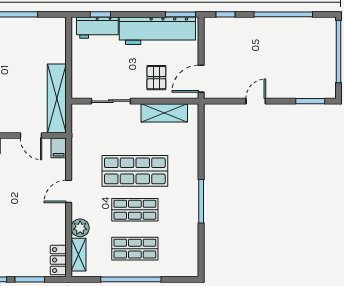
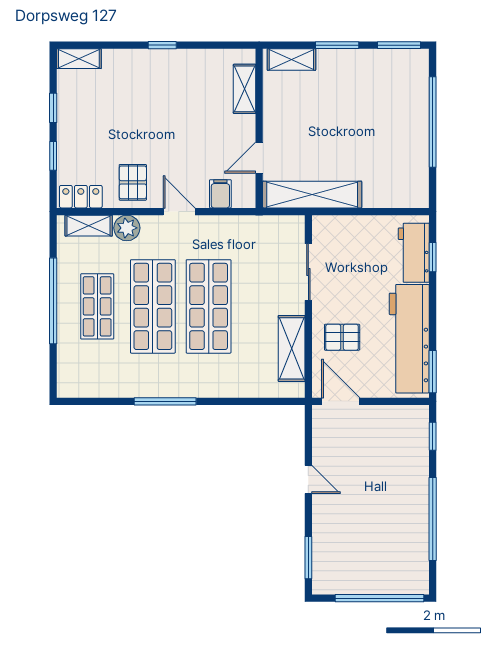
filing cabinet: (59, 148) -> (220, 194), moved, turned 90
shop shelf: (135, 210) -> (153, 306), width x1.43, depth x1.36
pallet: (48, 224) -> (133, 182), added
window: (30, 279) -> (53, 156), width x0.67

